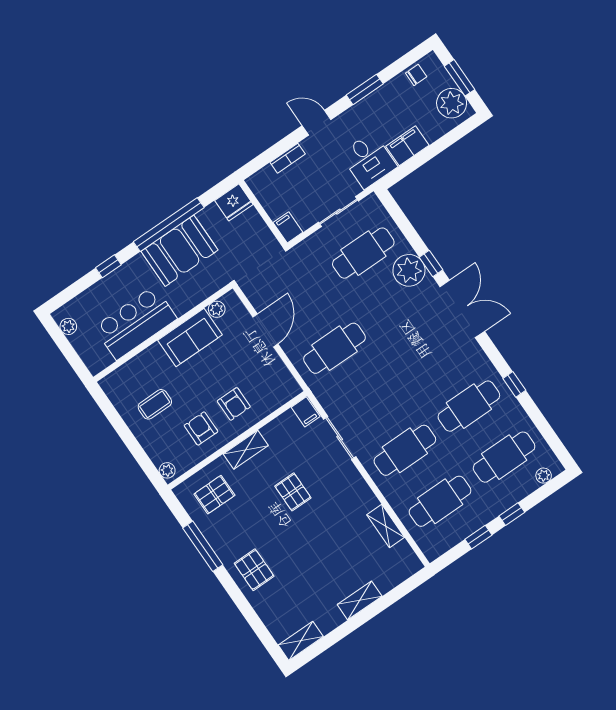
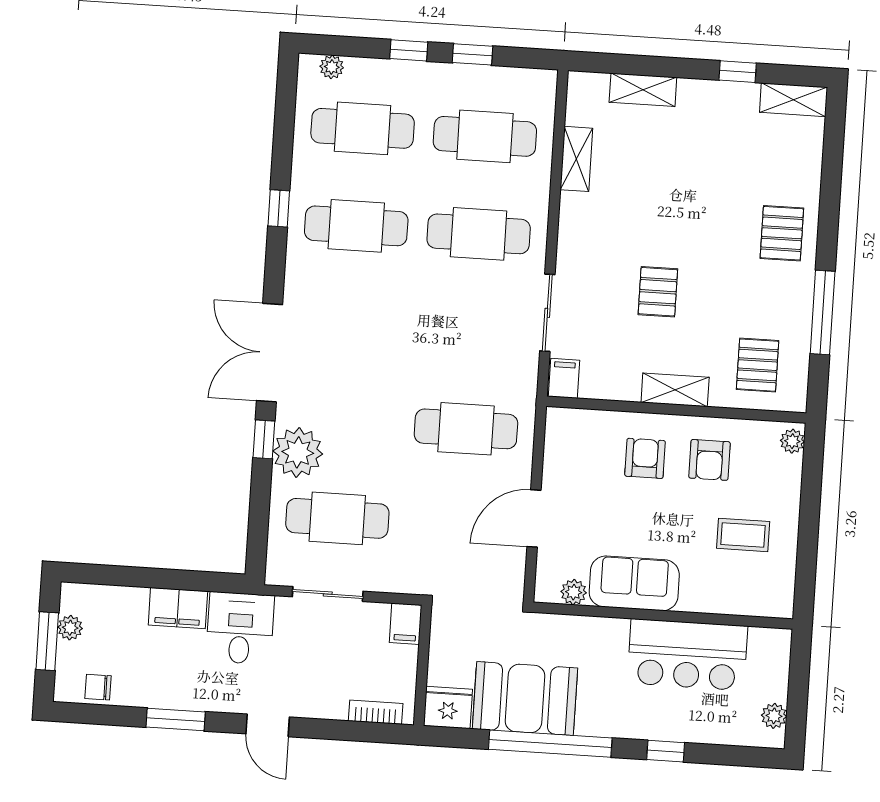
plant: (452, 103) -> (70, 628), width x0.53, depth x0.53
bookcase: (288, 158) -> (376, 712), moved
booth: (180, 251) -> (525, 698), moved
pallet: (214, 495) -> (758, 365), turned 90
shelving: (360, 600) -> (643, 90), moved
window: (340, 633) -> (738, 72), added

